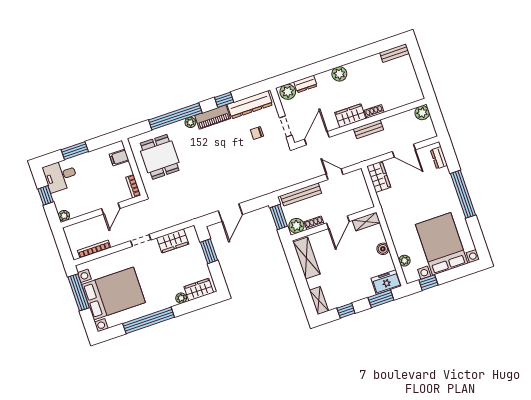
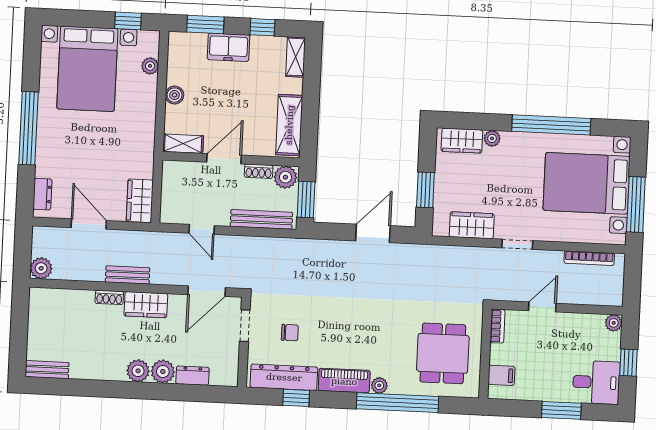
plant: (288, 92) -> (163, 372), moved
window: (224, 100) -> (296, 398), moved
freezer: (386, 282) -> (229, 47), moved

